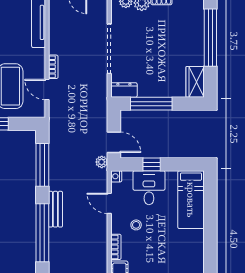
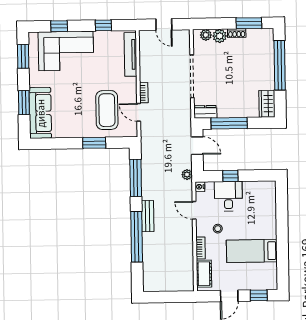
door: (114, 142) -> (197, 146), moved
bed: (191, 200) -> (252, 251), moved, turned 90

